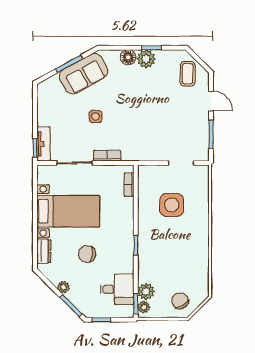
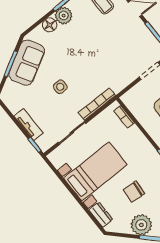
tv unit: (43, 144) -> (29, 125), moved
bookcase: (107, 156) -> (97, 104), width x1.56
plant: (64, 287) -> (141, 225), width x1.87, depth x1.87

